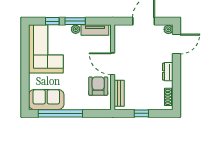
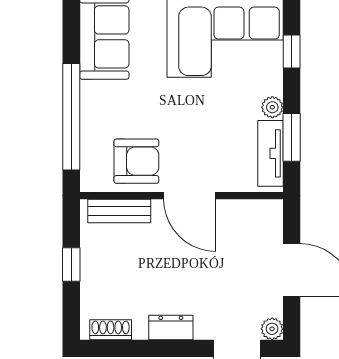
window: (75, 21) -> (292, 137), moved
door: (113, 64) -> (190, 196), swing flipped
window: (60, 113) -> (71, 117), moved

